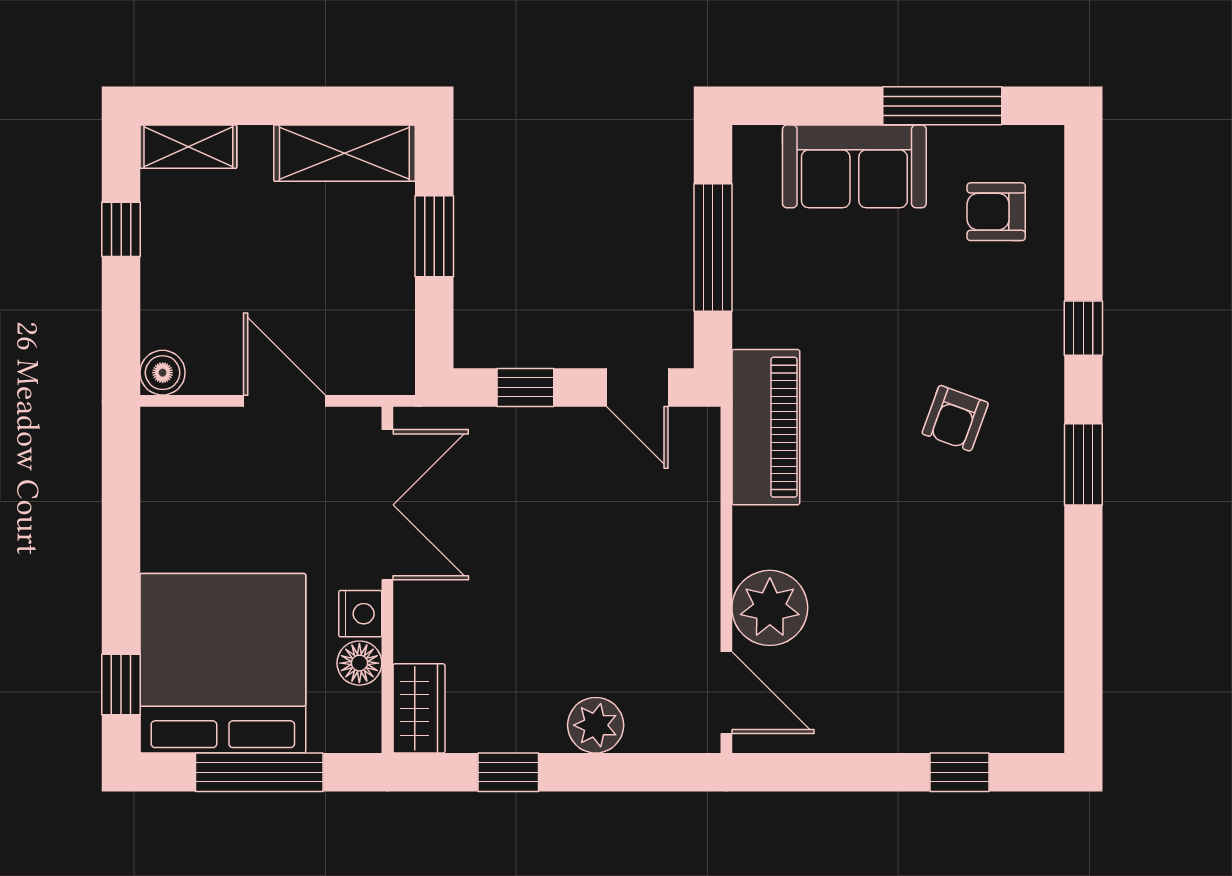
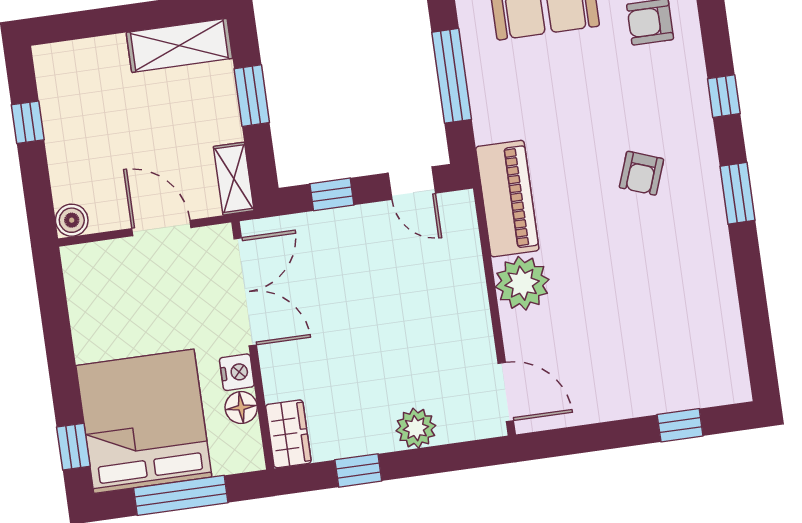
shelving: (188, 147) -> (234, 179), moved, turned 90
plant: (770, 608) -> (522, 283), moved

